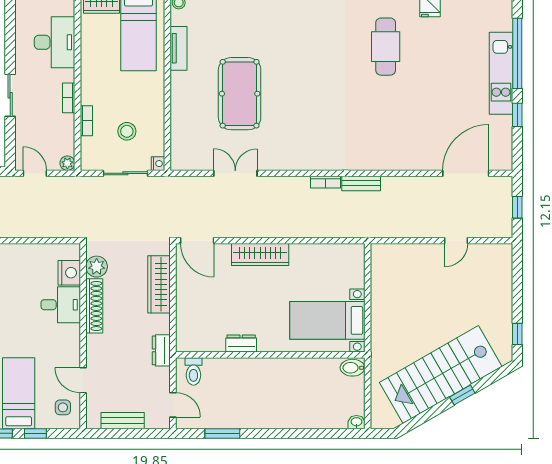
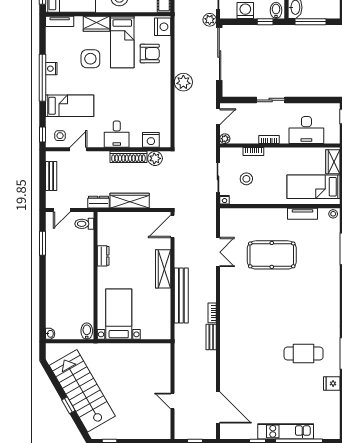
bench: (300, 228) -> (181, 295), added
wardrobe: (159, 284) -> (130, 201), moved
desk: (61, 305) -> (117, 134), moved
window: (35, 433) -> (42, 134), moved

